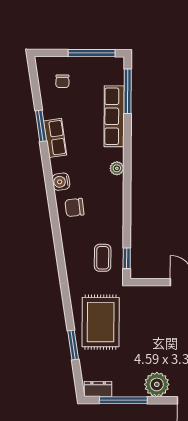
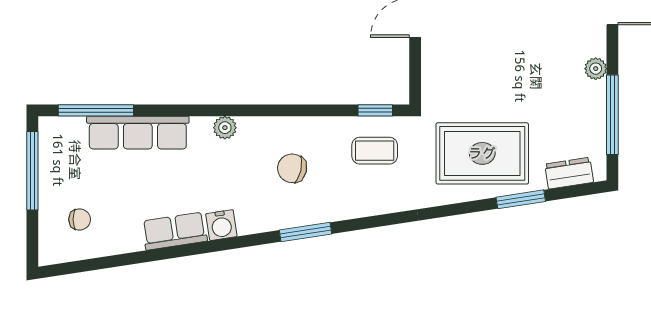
window: (41, 126) -> (306, 232), moved
water cooler: (61, 182) -> (221, 225), moved
chair: (74, 207) -> (292, 168), moved, turned 110
plant: (157, 384) -> (596, 69), width x0.53, depth x0.53
dresser: (98, 389) -> (569, 173), moved, turned 81

